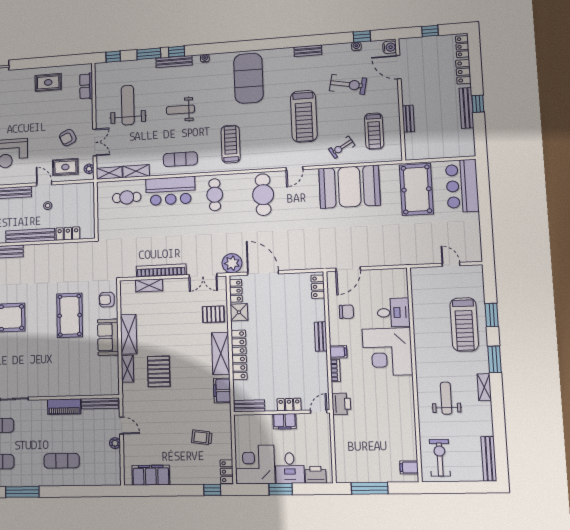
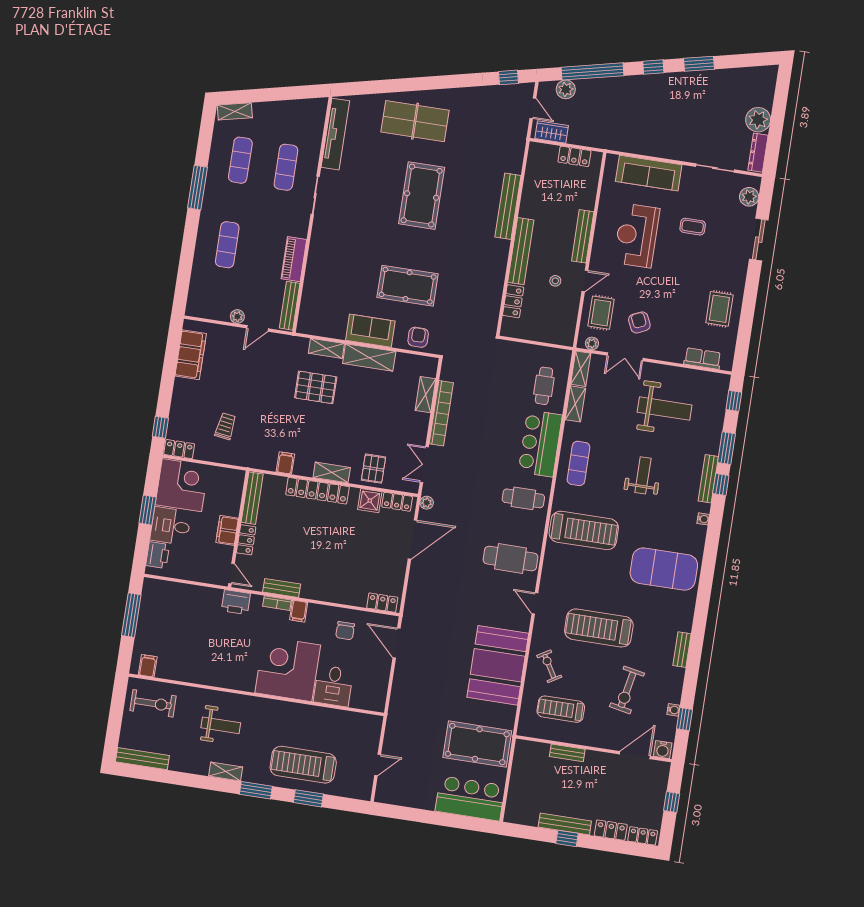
treadmill: (231, 144) -> (584, 530), width x1.37, depth x1.38
plant: (232, 263) -> (427, 503), width x0.53, depth x0.53
bench: (321, 336) -> (282, 588), moved
shelving: (221, 353) -> (332, 472), width x0.67, depth x0.75
filing cabinet: (222, 390) -> (285, 463), width x0.50
bench: (249, 406) -> (252, 498), width x1.36

